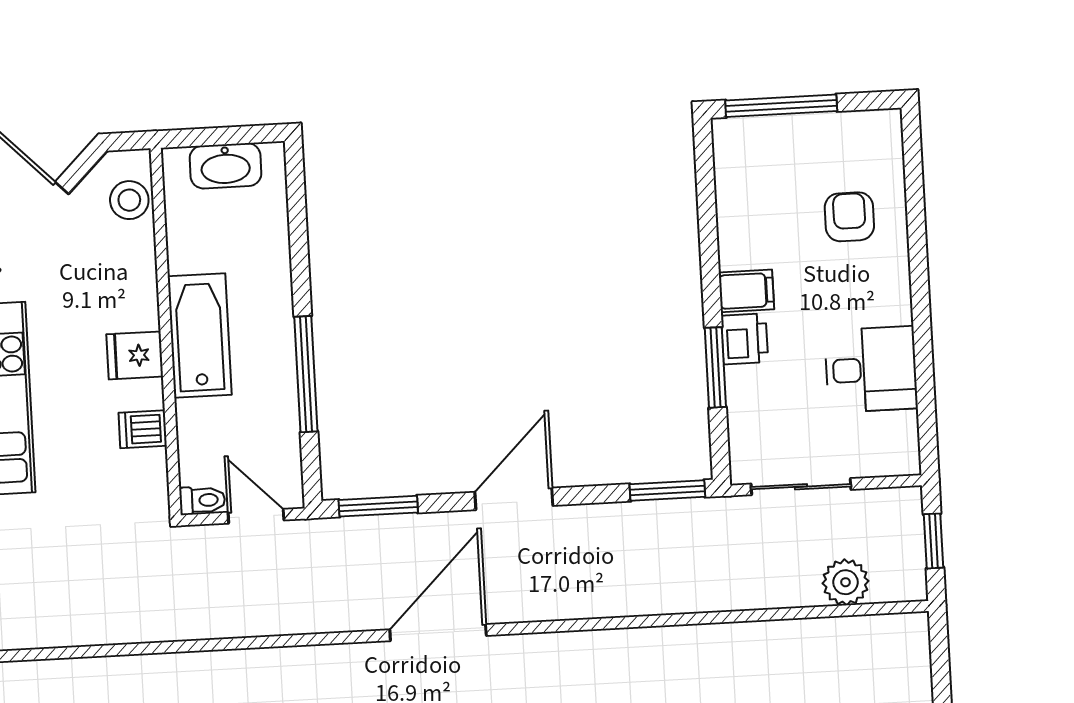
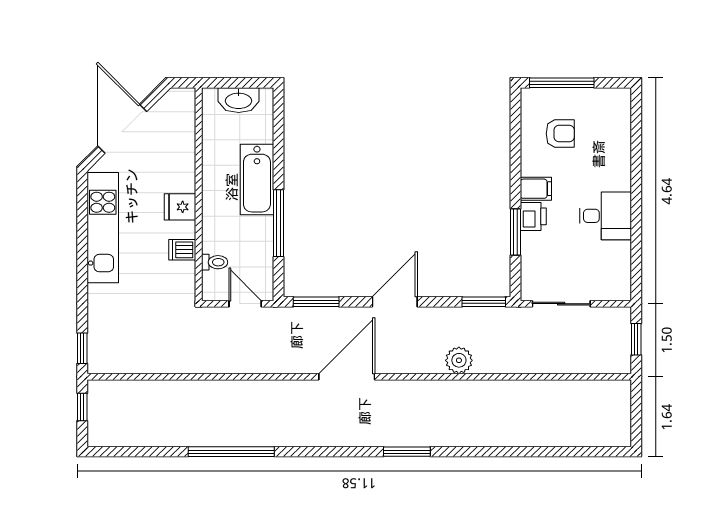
stool: (129, 200) -> (182, 117), removed
armchair: (849, 217) -> (560, 134), moved, turned 90
bathtub: (200, 336) -> (257, 180), moved, turned 180
desk: (871, 369) -> (605, 216), moved
toilet: (202, 500) -> (215, 262), moved
plant: (846, 582) -> (459, 360), moved

